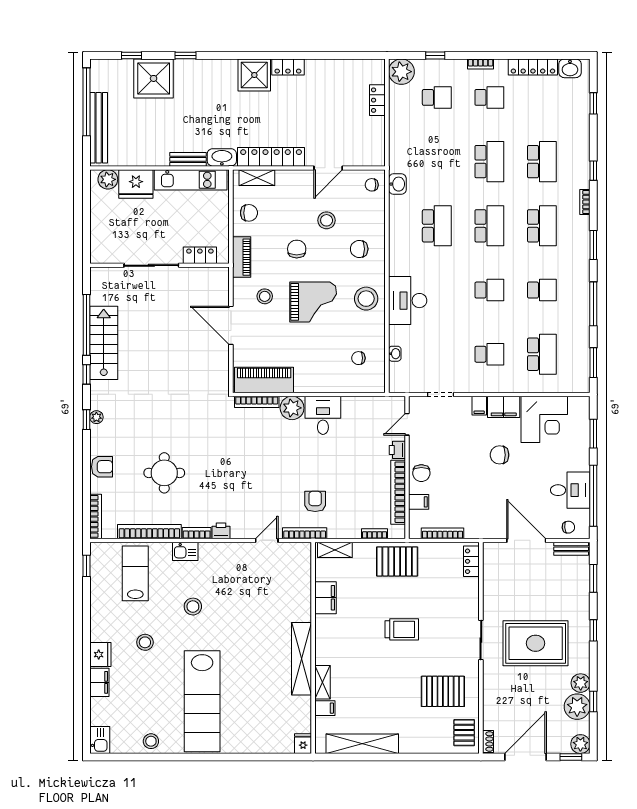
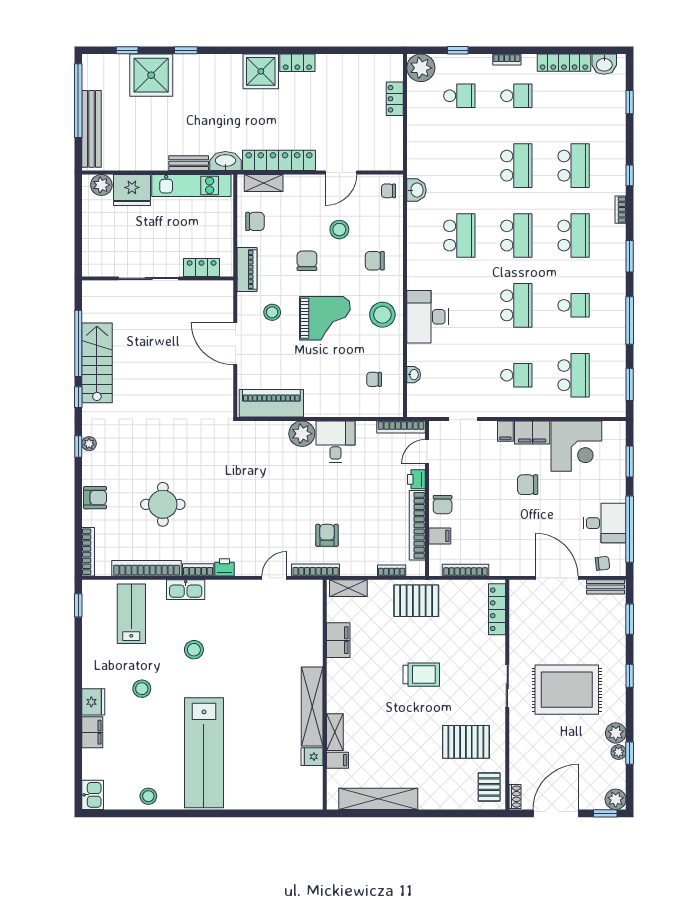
school desk: (489, 290) -> (516, 305), width x1.85
bookcase: (257, 402) -> (401, 427), moved
kitchen sink: (185, 551) -> (186, 590), width x1.38
locker: (471, 561) -> (497, 609), width x1.53
plant: (577, 707) -> (619, 752), width x0.53, depth x0.53
fridge: (303, 744) -> (312, 757), moved, turned -90

